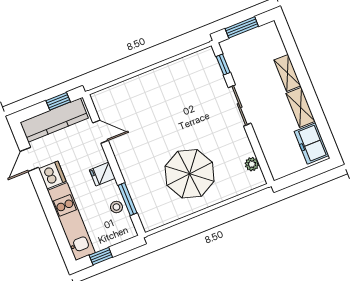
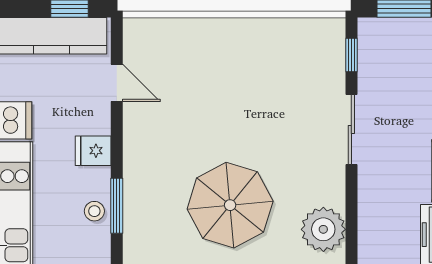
plant: (252, 164) -> (323, 229), width x1.87, depth x1.87

